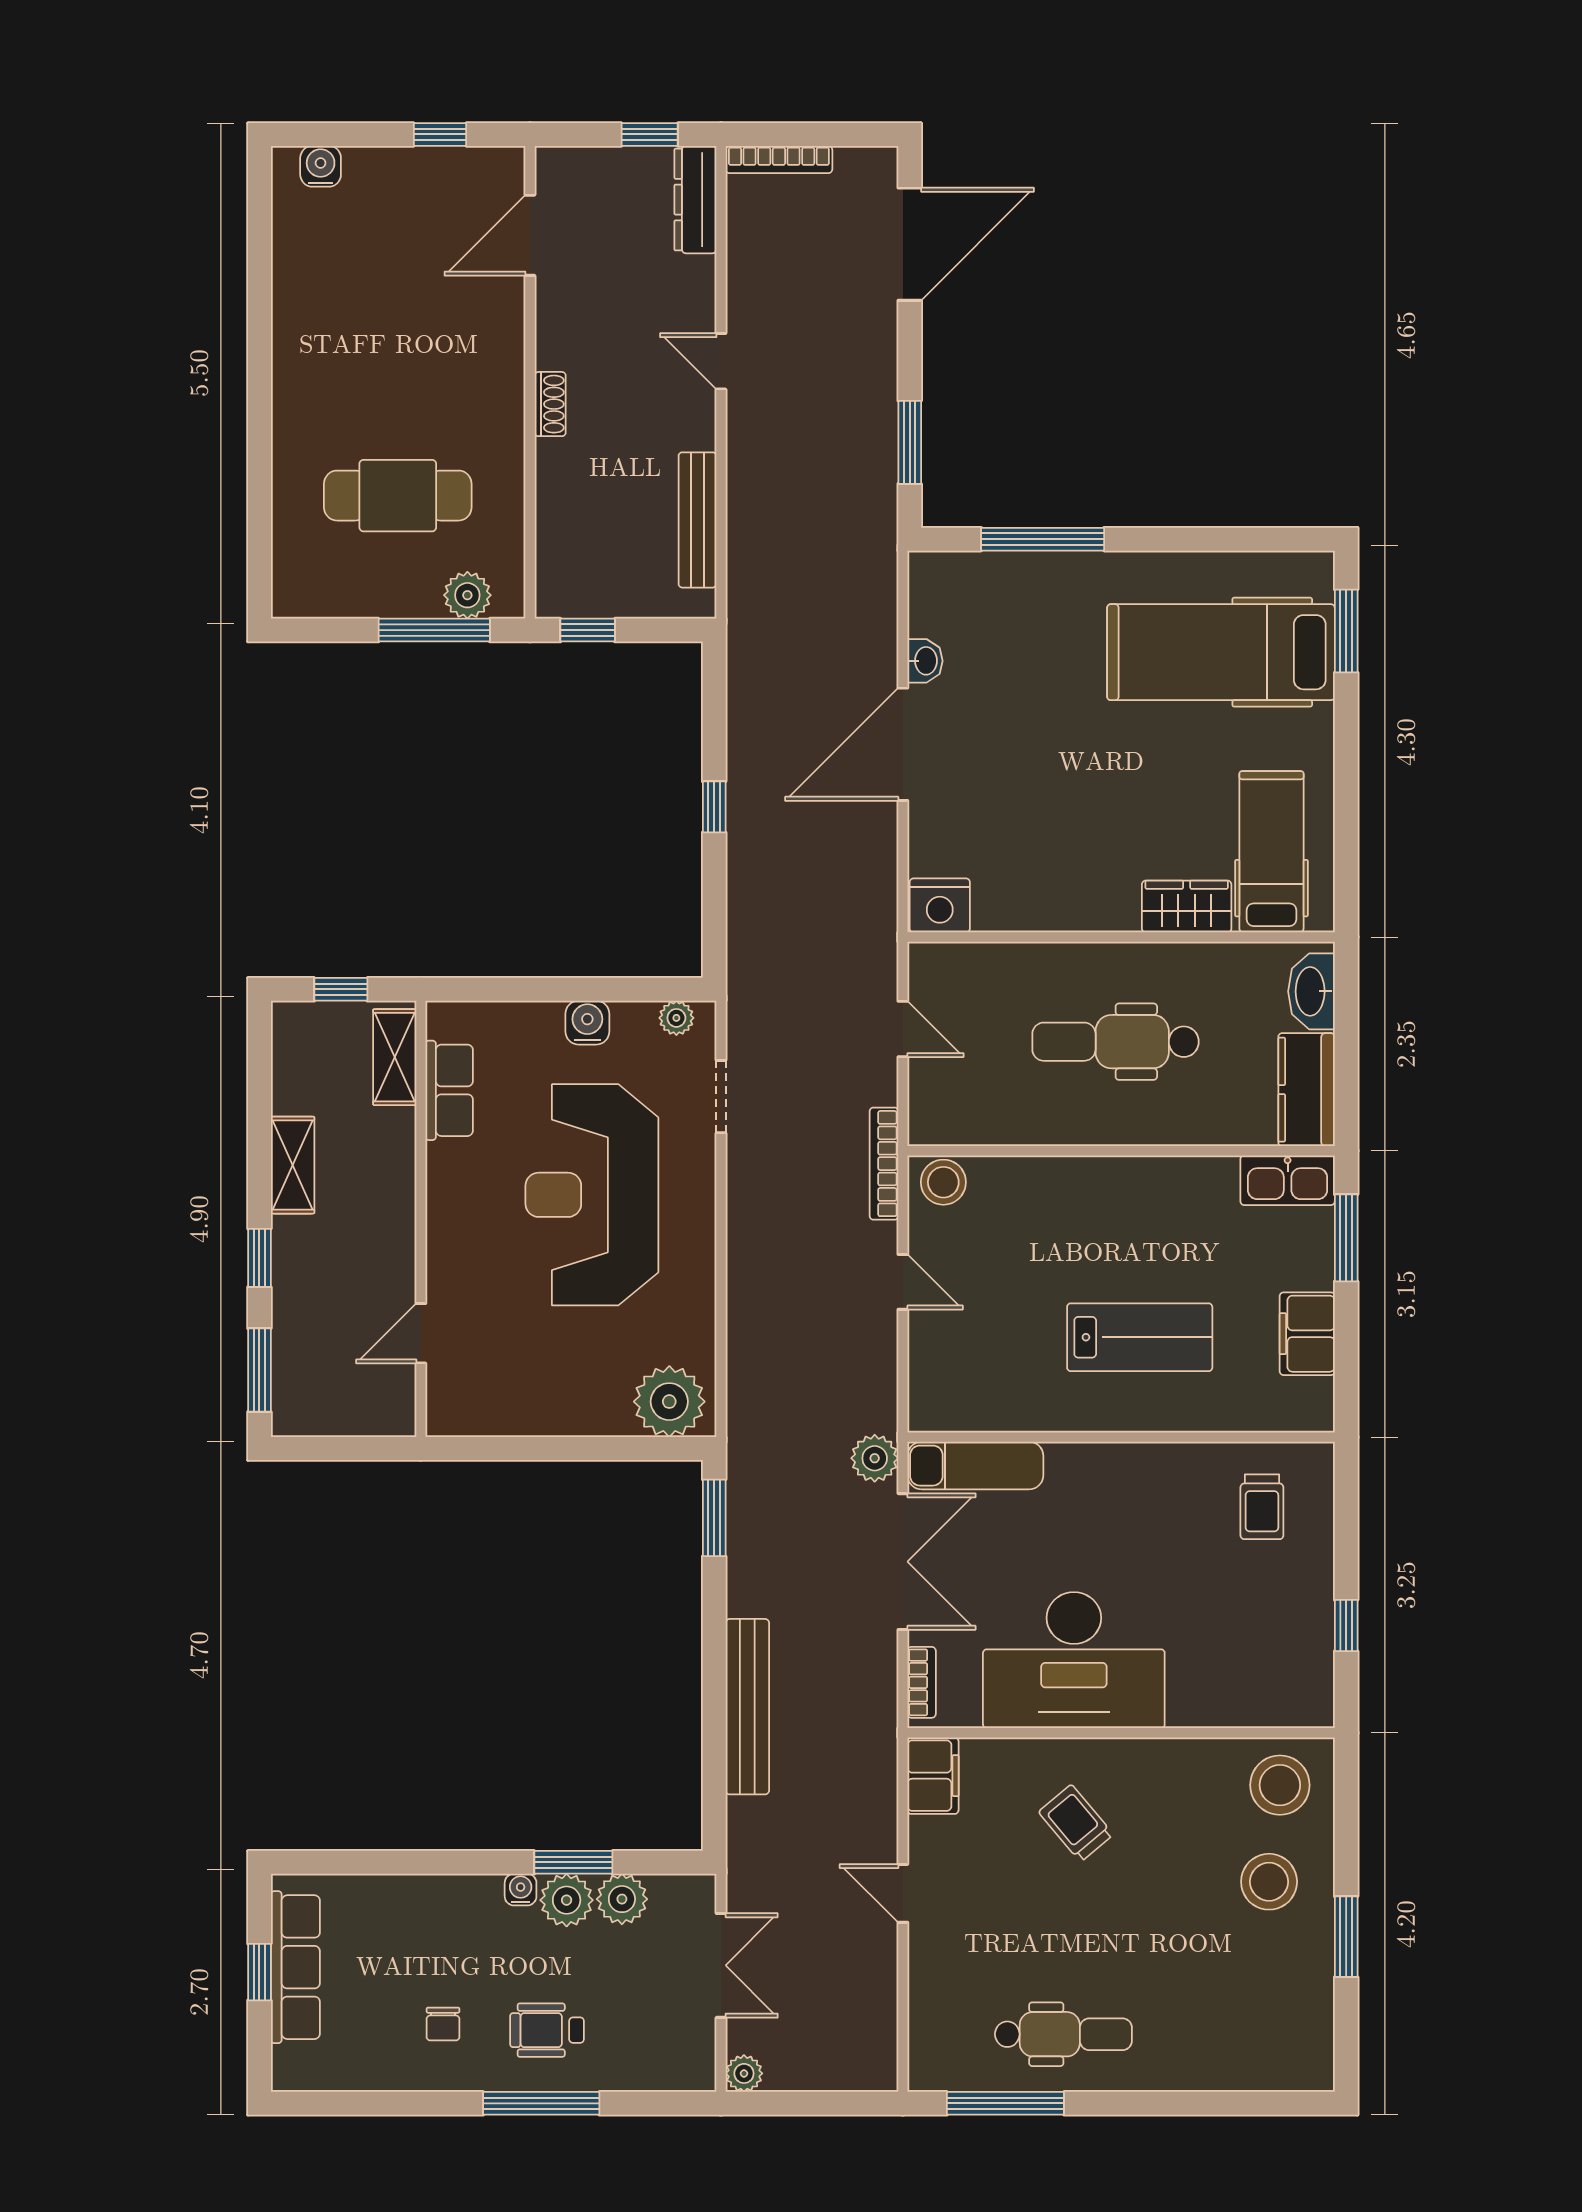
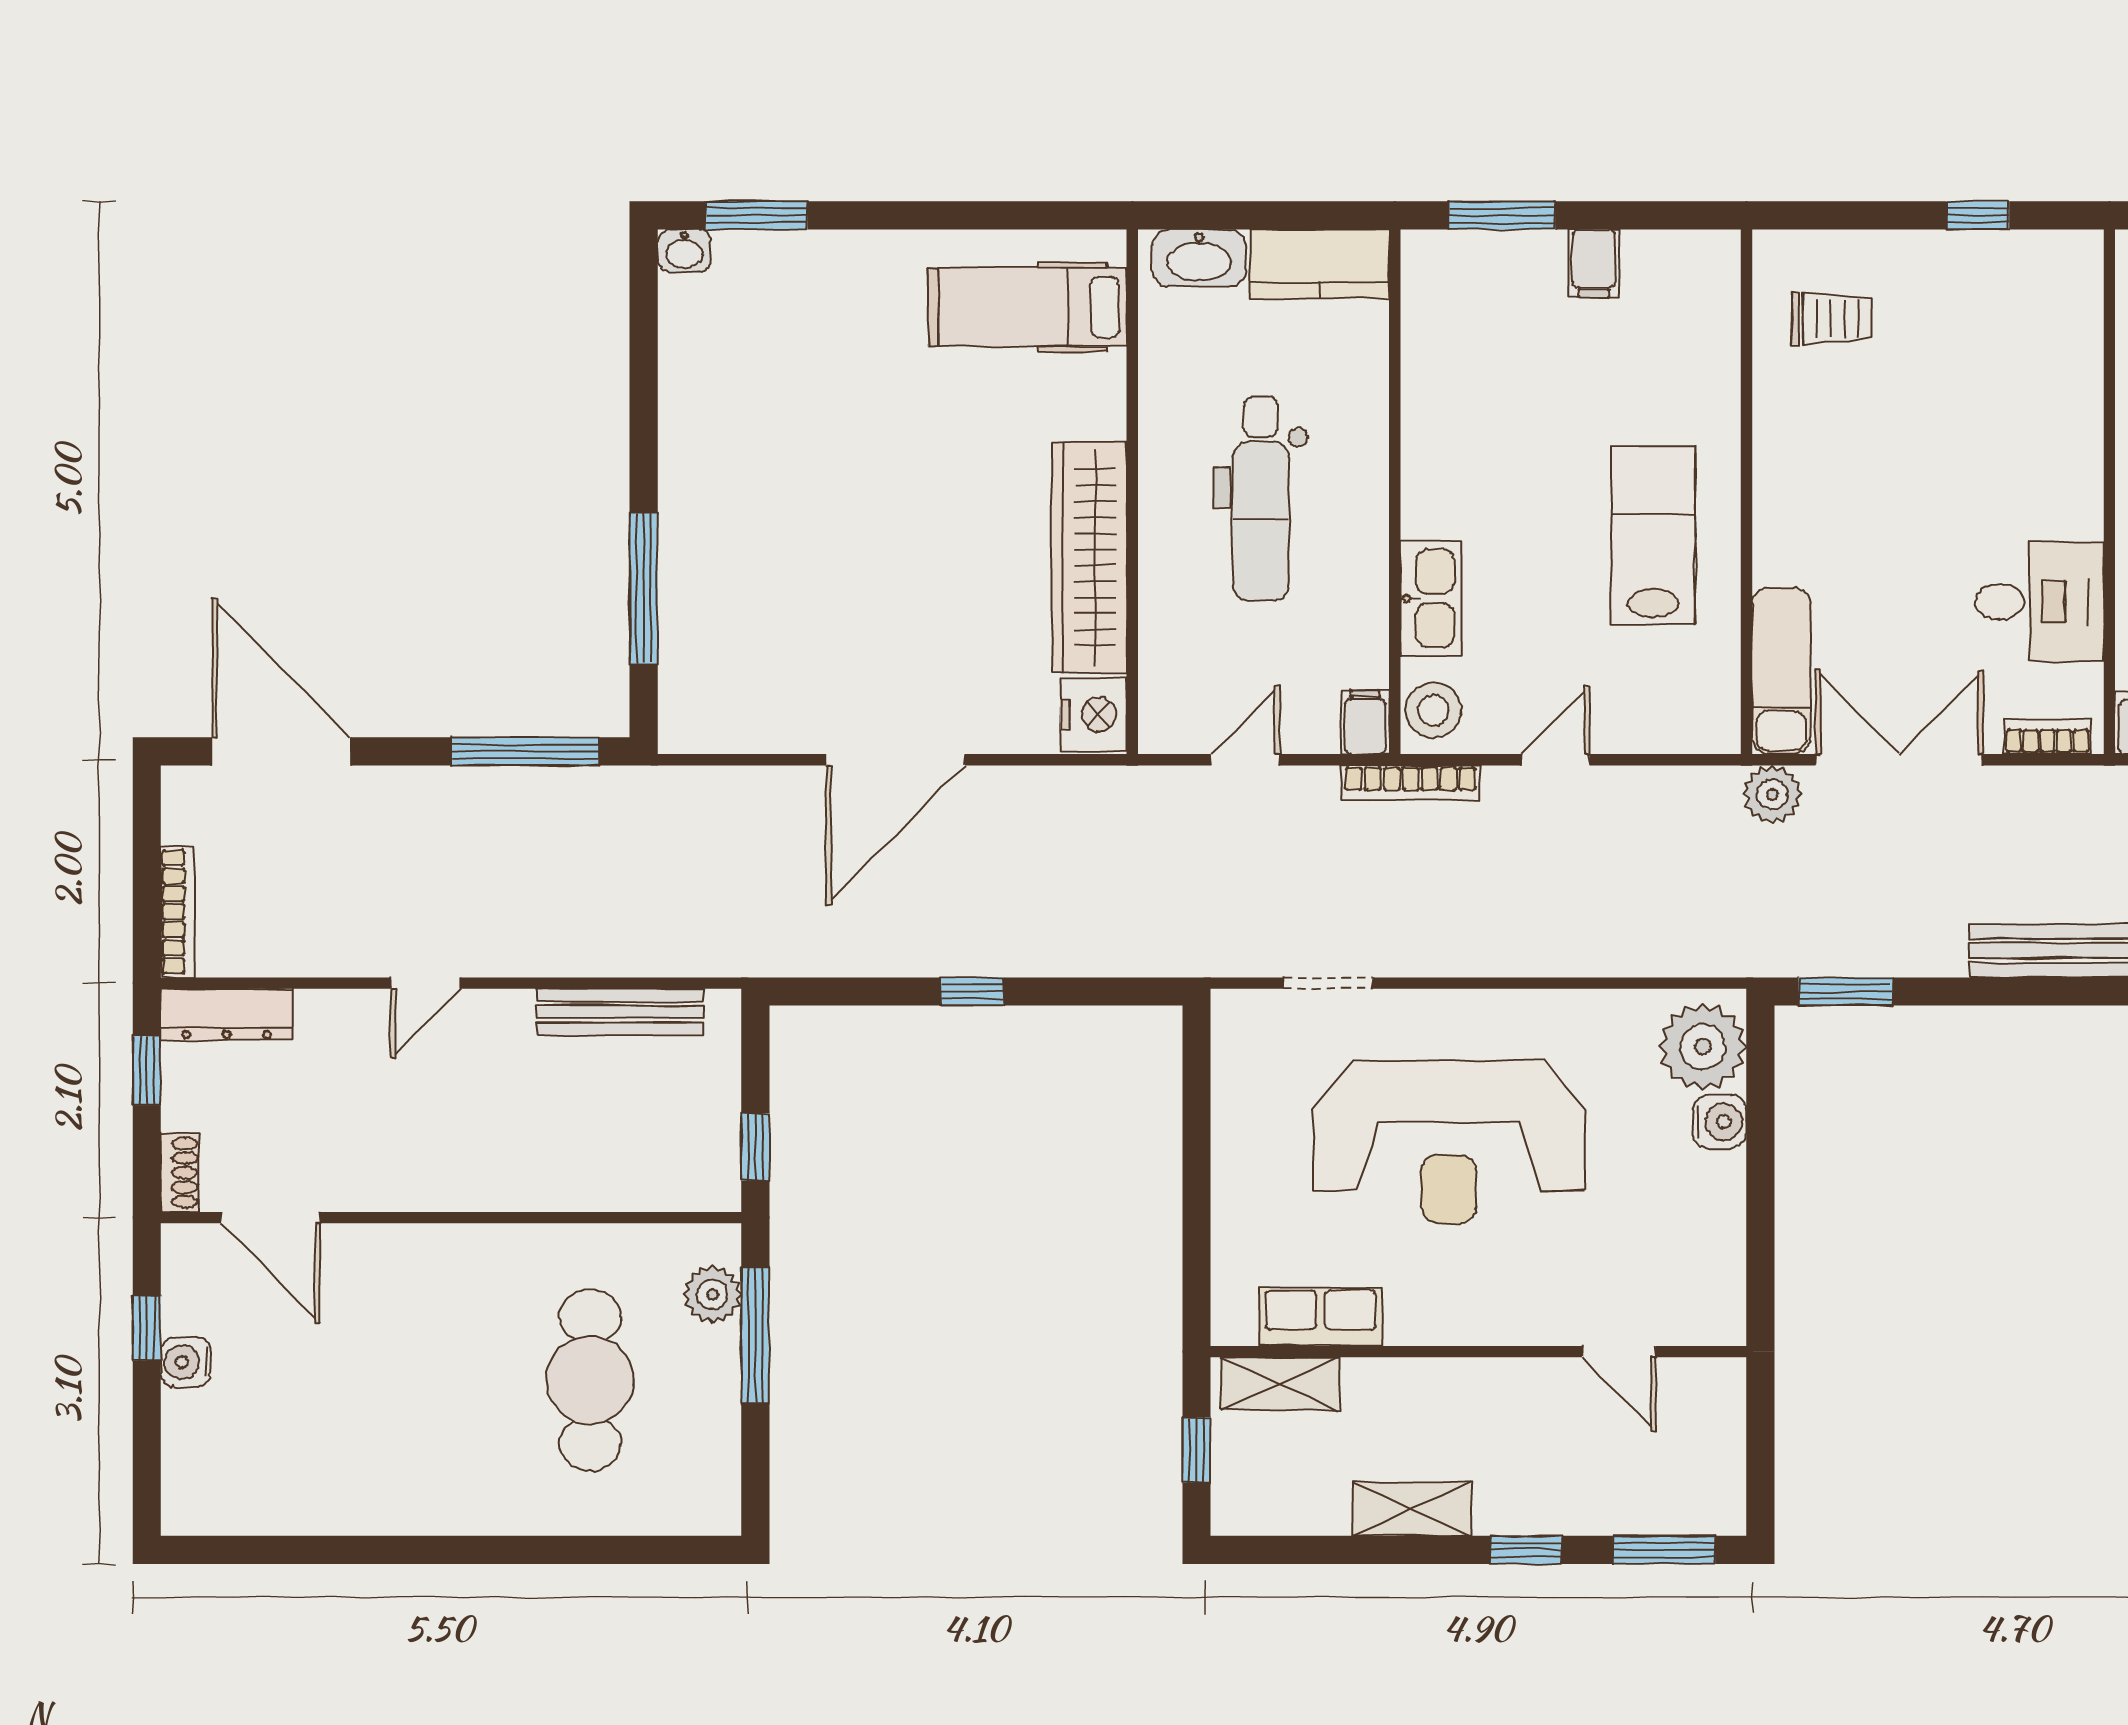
water cooler: (321, 166) -> (186, 1362), moved
shoe rack: (550, 404) -> (180, 1173), moved, turned 90
window: (910, 442) -> (525, 751), width x1.44
hospital bed: (1221, 652) -> (782, 369), removed
washbasin: (925, 661) -> (684, 251), moved, turned 180
door: (903, 744) -> (896, 760), hinge flipped
wardrobe: (1187, 907) -> (1089, 557), moved, width x2.10, depth x1.17
plant: (676, 1018) -> (1232, 1038), removed
water cooler: (587, 1023) -> (1720, 1122), moved, turned 180
filing cabinet: (933, 1127) -> (1365, 722), added
kitchen sink: (1288, 1180) -> (1431, 598), moved
filing cabinet: (1307, 1334) -> (1594, 263), width x0.50
lab bench: (1140, 1337) -> (1653, 535), moved
desk: (1074, 1660) -> (2040, 602), width x0.53, depth x0.77

